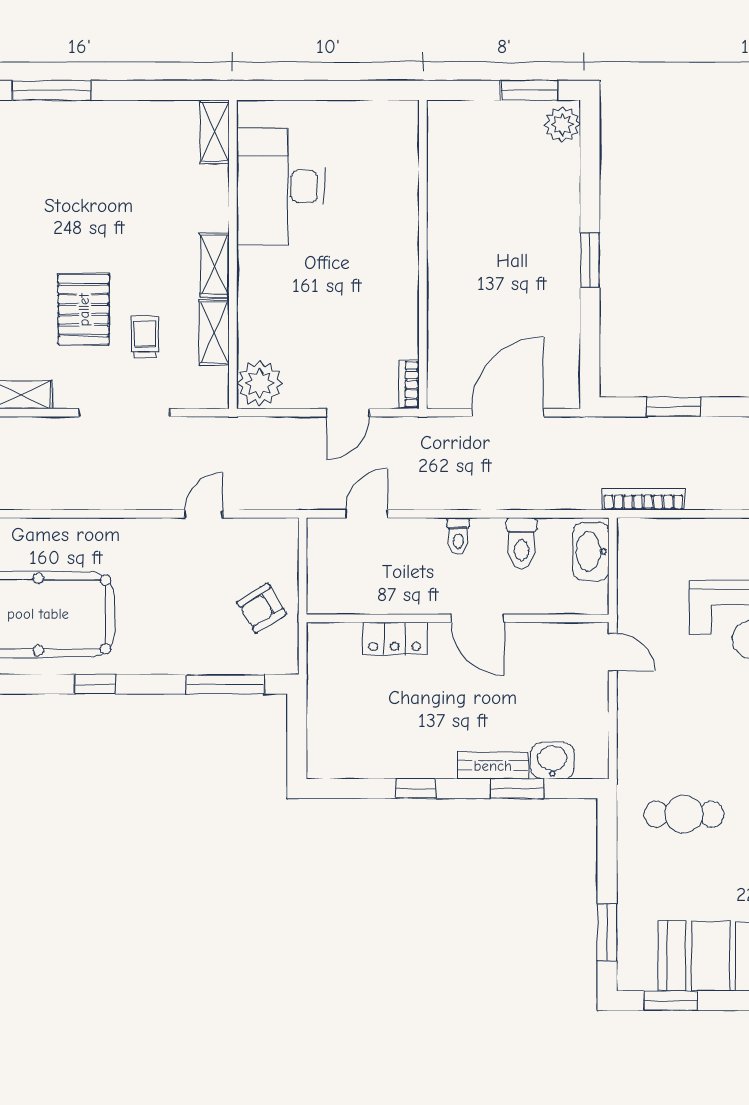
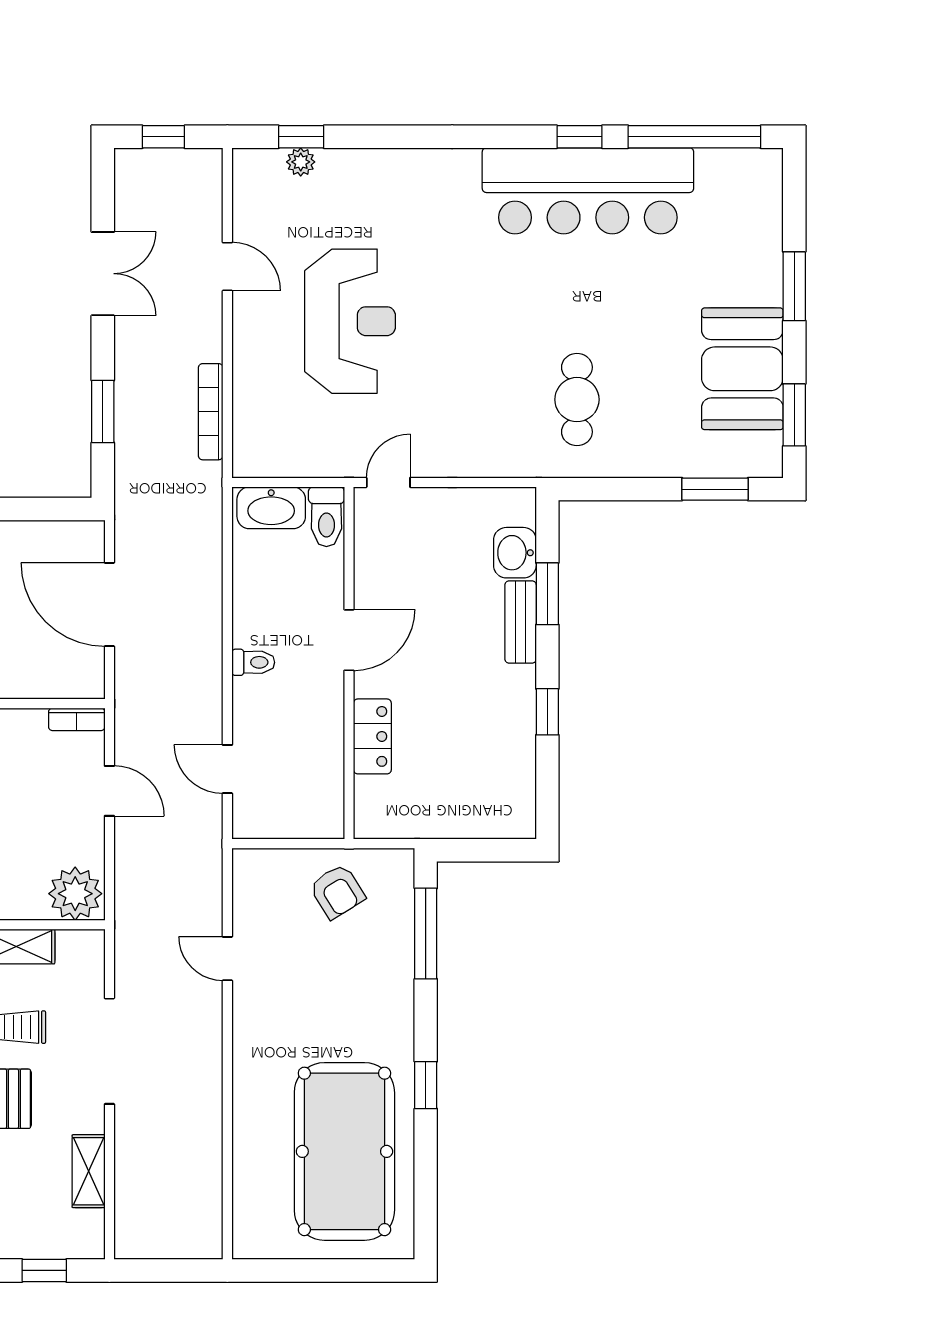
bookcase: (643, 499) -> (211, 412), moved
toilet: (522, 543) -> (326, 517), moved, turned 90

